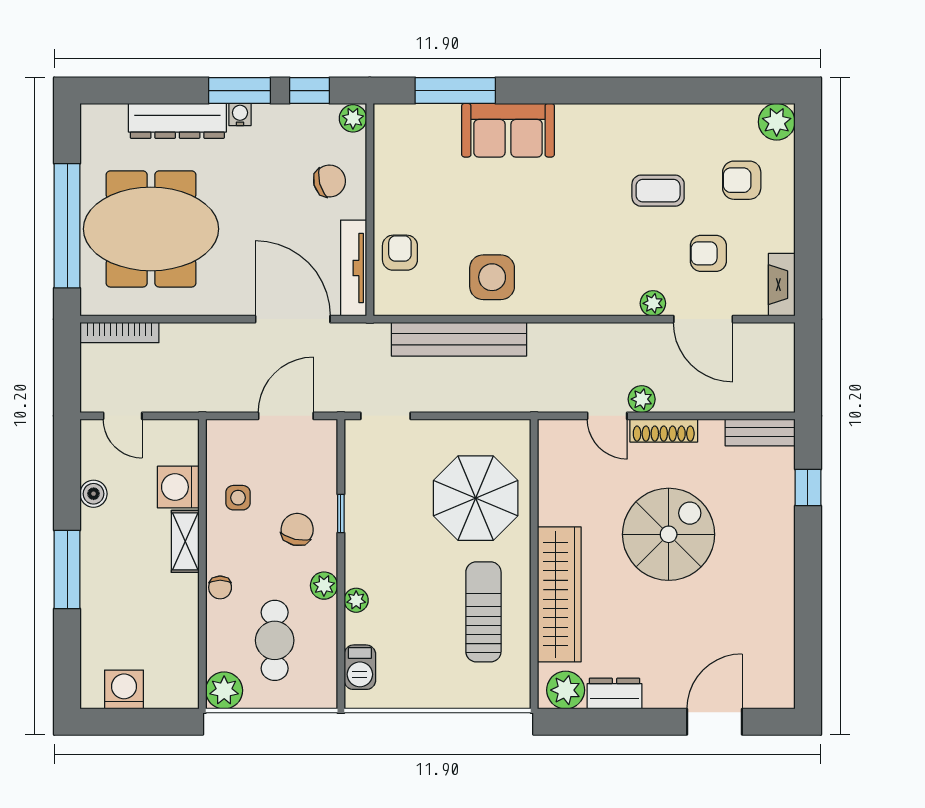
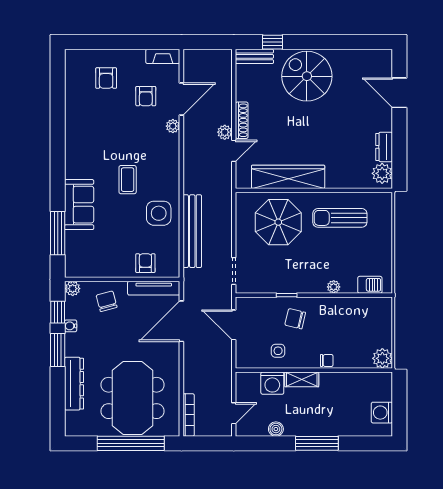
water cooler: (240, 115) -> (71, 326), moved
plant: (777, 122) -> (74, 59), removed
coffee table: (658, 191) -> (128, 180), moved
armchair: (400, 253) -> (145, 263), turned 90
bench: (760, 432) -> (254, 56), moved, turned 90
spiral stairs: (669, 534) -> (307, 76), moved
plant: (324, 586) -> (326, 304), removed
wardrobe: (559, 594) -> (288, 177), moved
cafe table: (275, 640) -> (355, 331), removed

